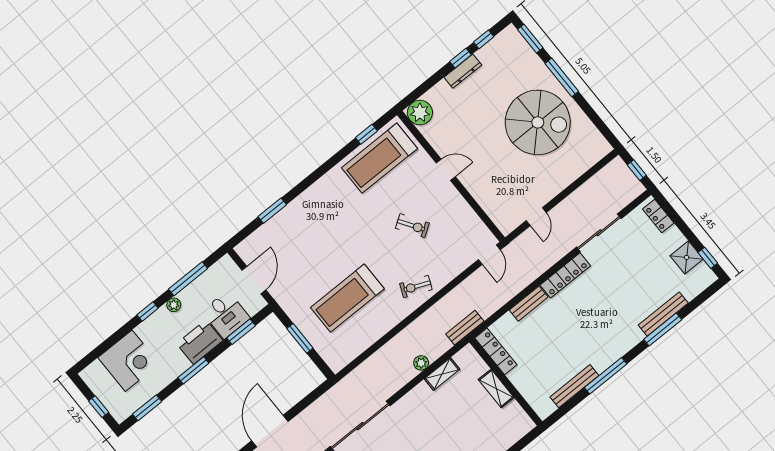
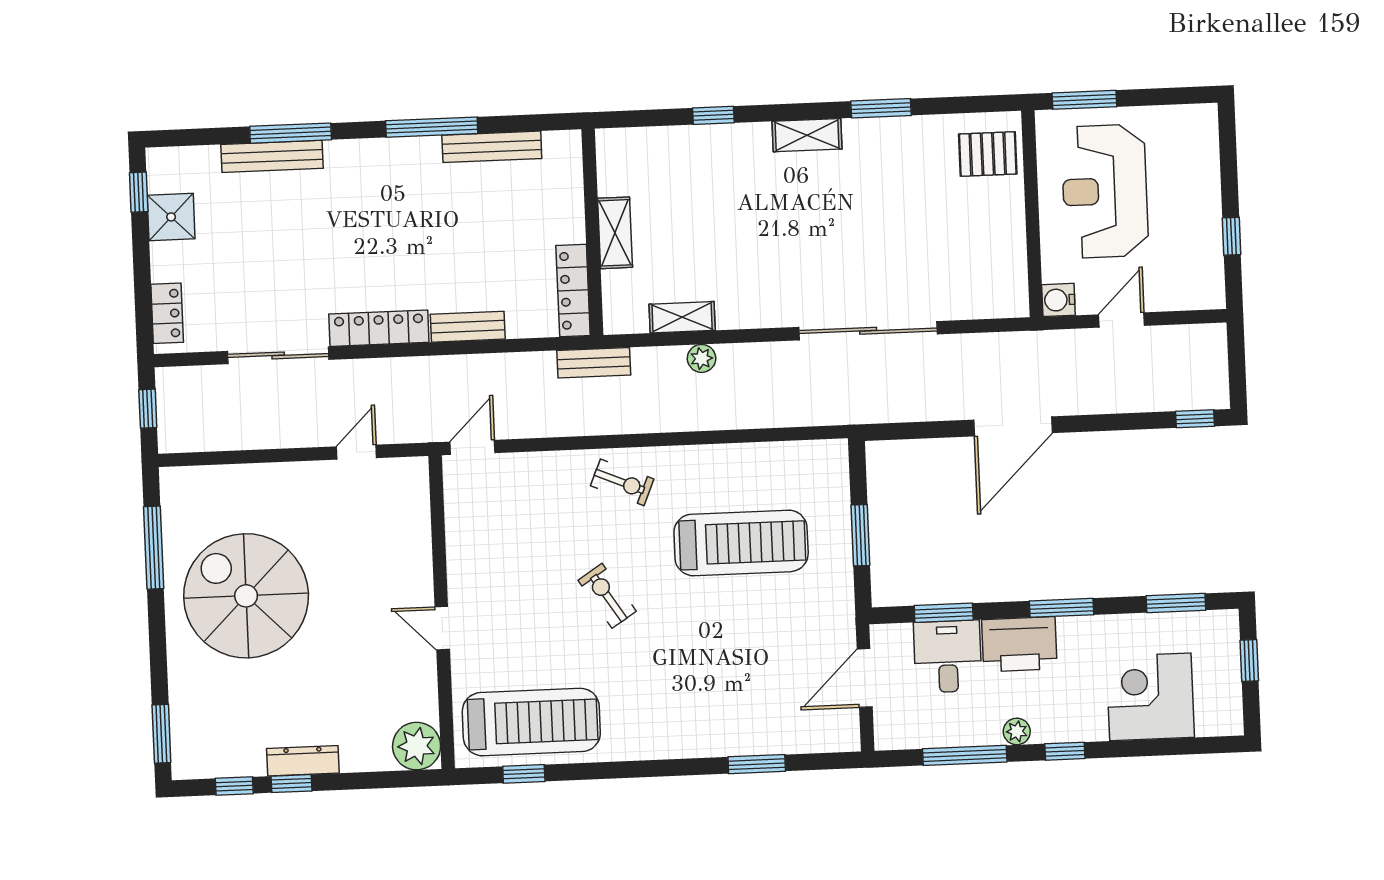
window: (562, 77) -> (154, 548), moved
exercise bike: (412, 226) -> (607, 596), moved

